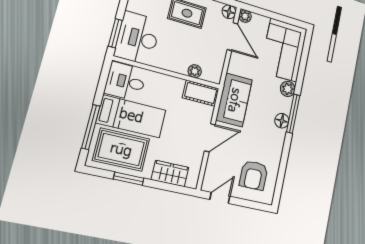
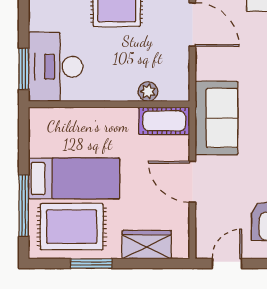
desk: (125, 81) -> (54, 132), removed
door: (210, 138) -> (192, 182), swing flipped

